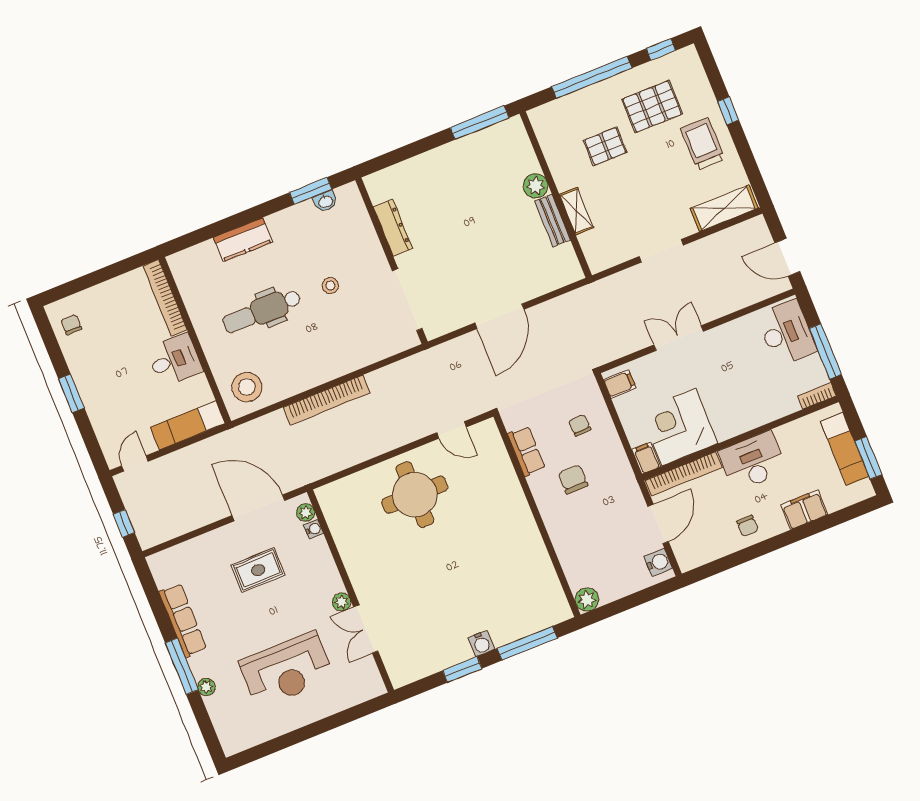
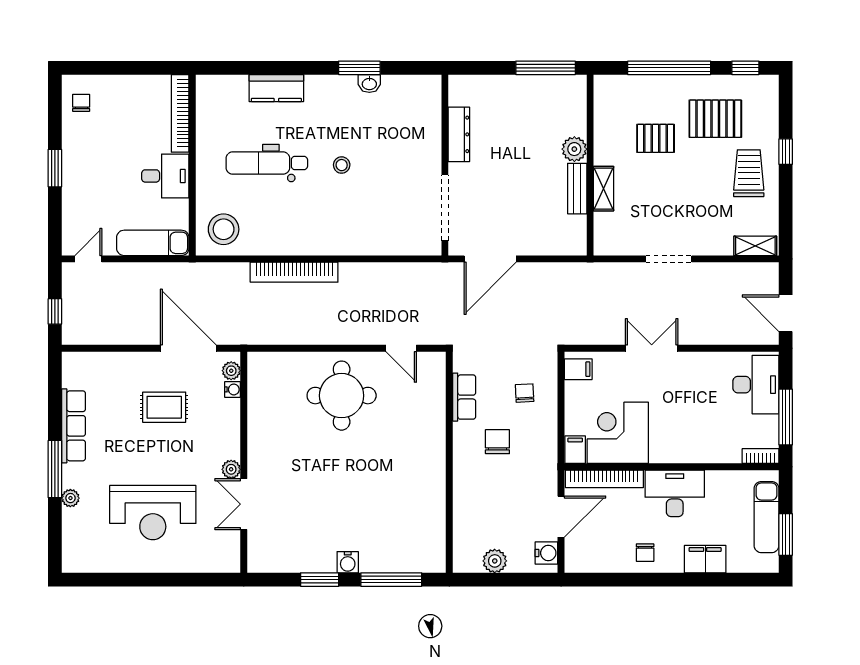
shelving: (724, 208) -> (755, 246), width x0.67, depth x0.75
dresser: (393, 228) -> (459, 134), moved
wall: (392, 261) -> (445, 165), moved
doorway: (407, 300) -> (445, 208), moved
plant: (587, 599) -> (495, 561), moved

